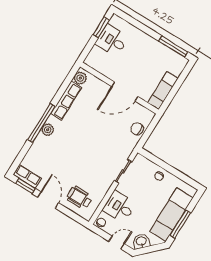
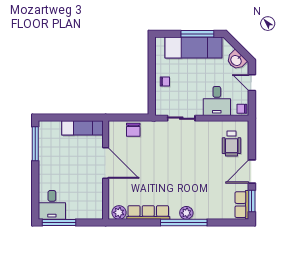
window: (101, 27) -> (59, 223), width x1.44
desk: (112, 40) -> (52, 205), moved

